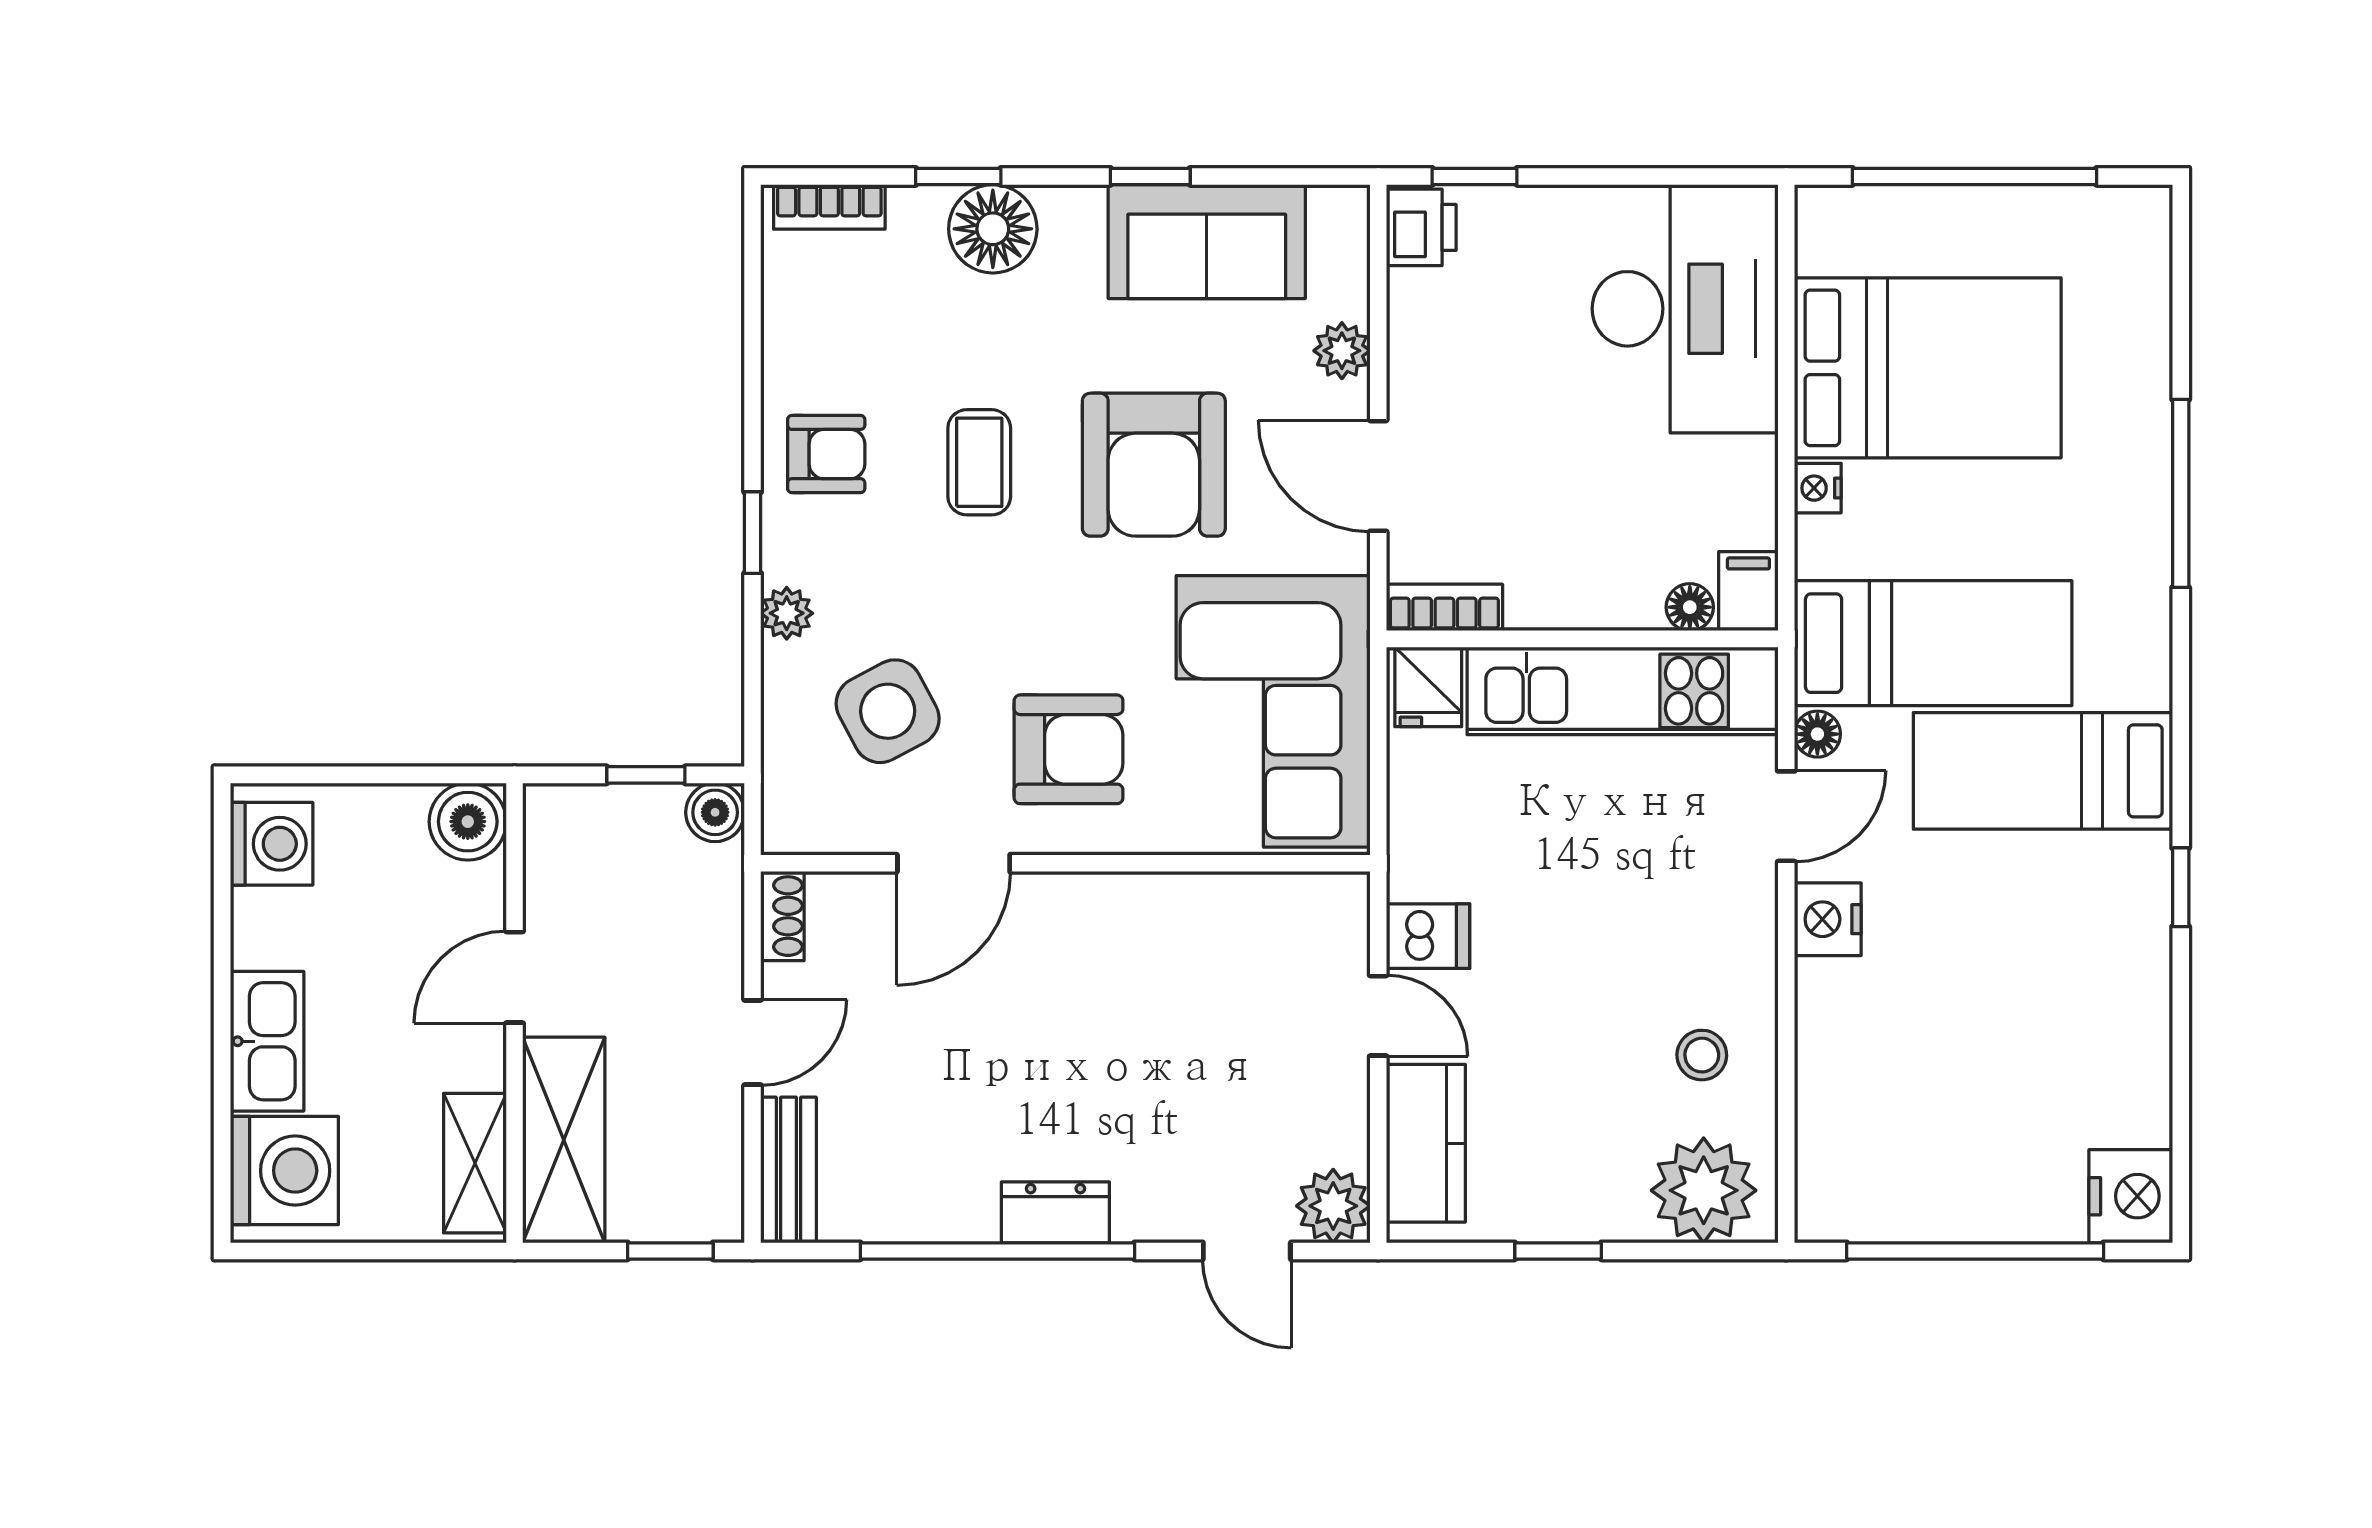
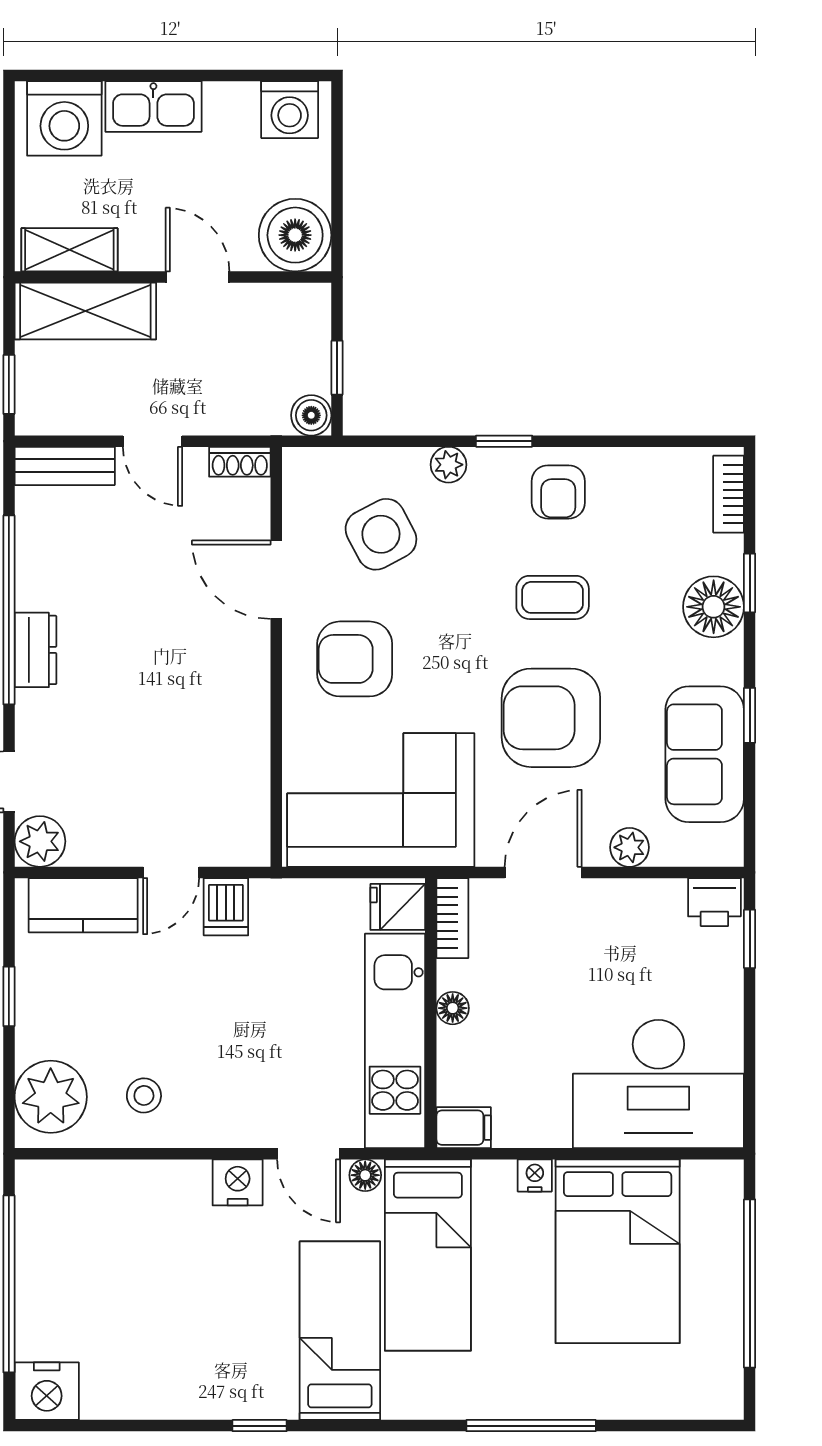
floor lamp: (1690, 607) -> (453, 1008), moved
armchair: (1069, 749) -> (355, 659), turned 90
boiler: (468, 822) -> (295, 235), width x1.37, depth x1.37

